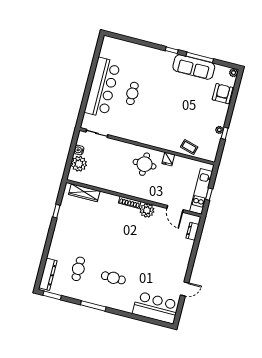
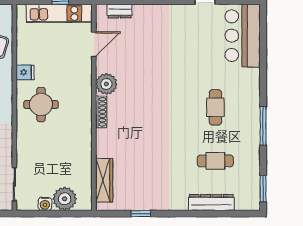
dresser: (48, 274) -> (211, 202), moved

